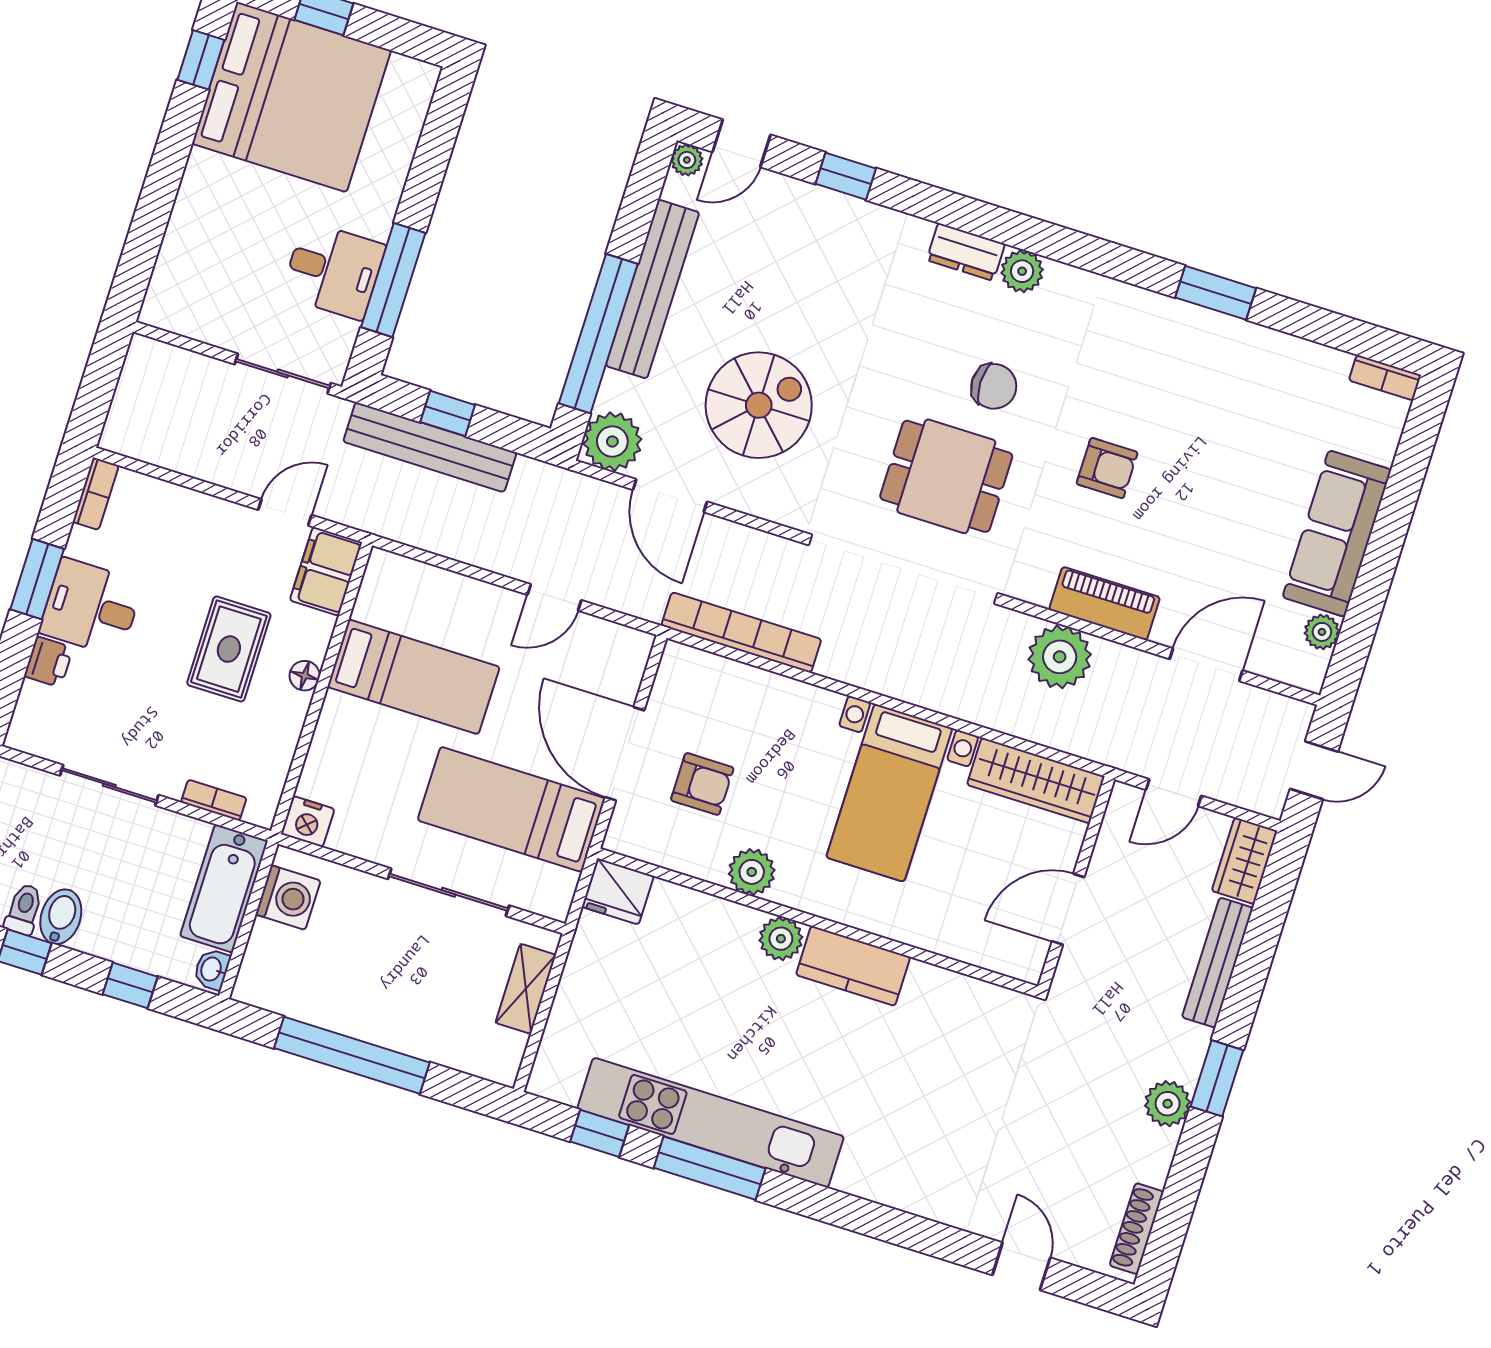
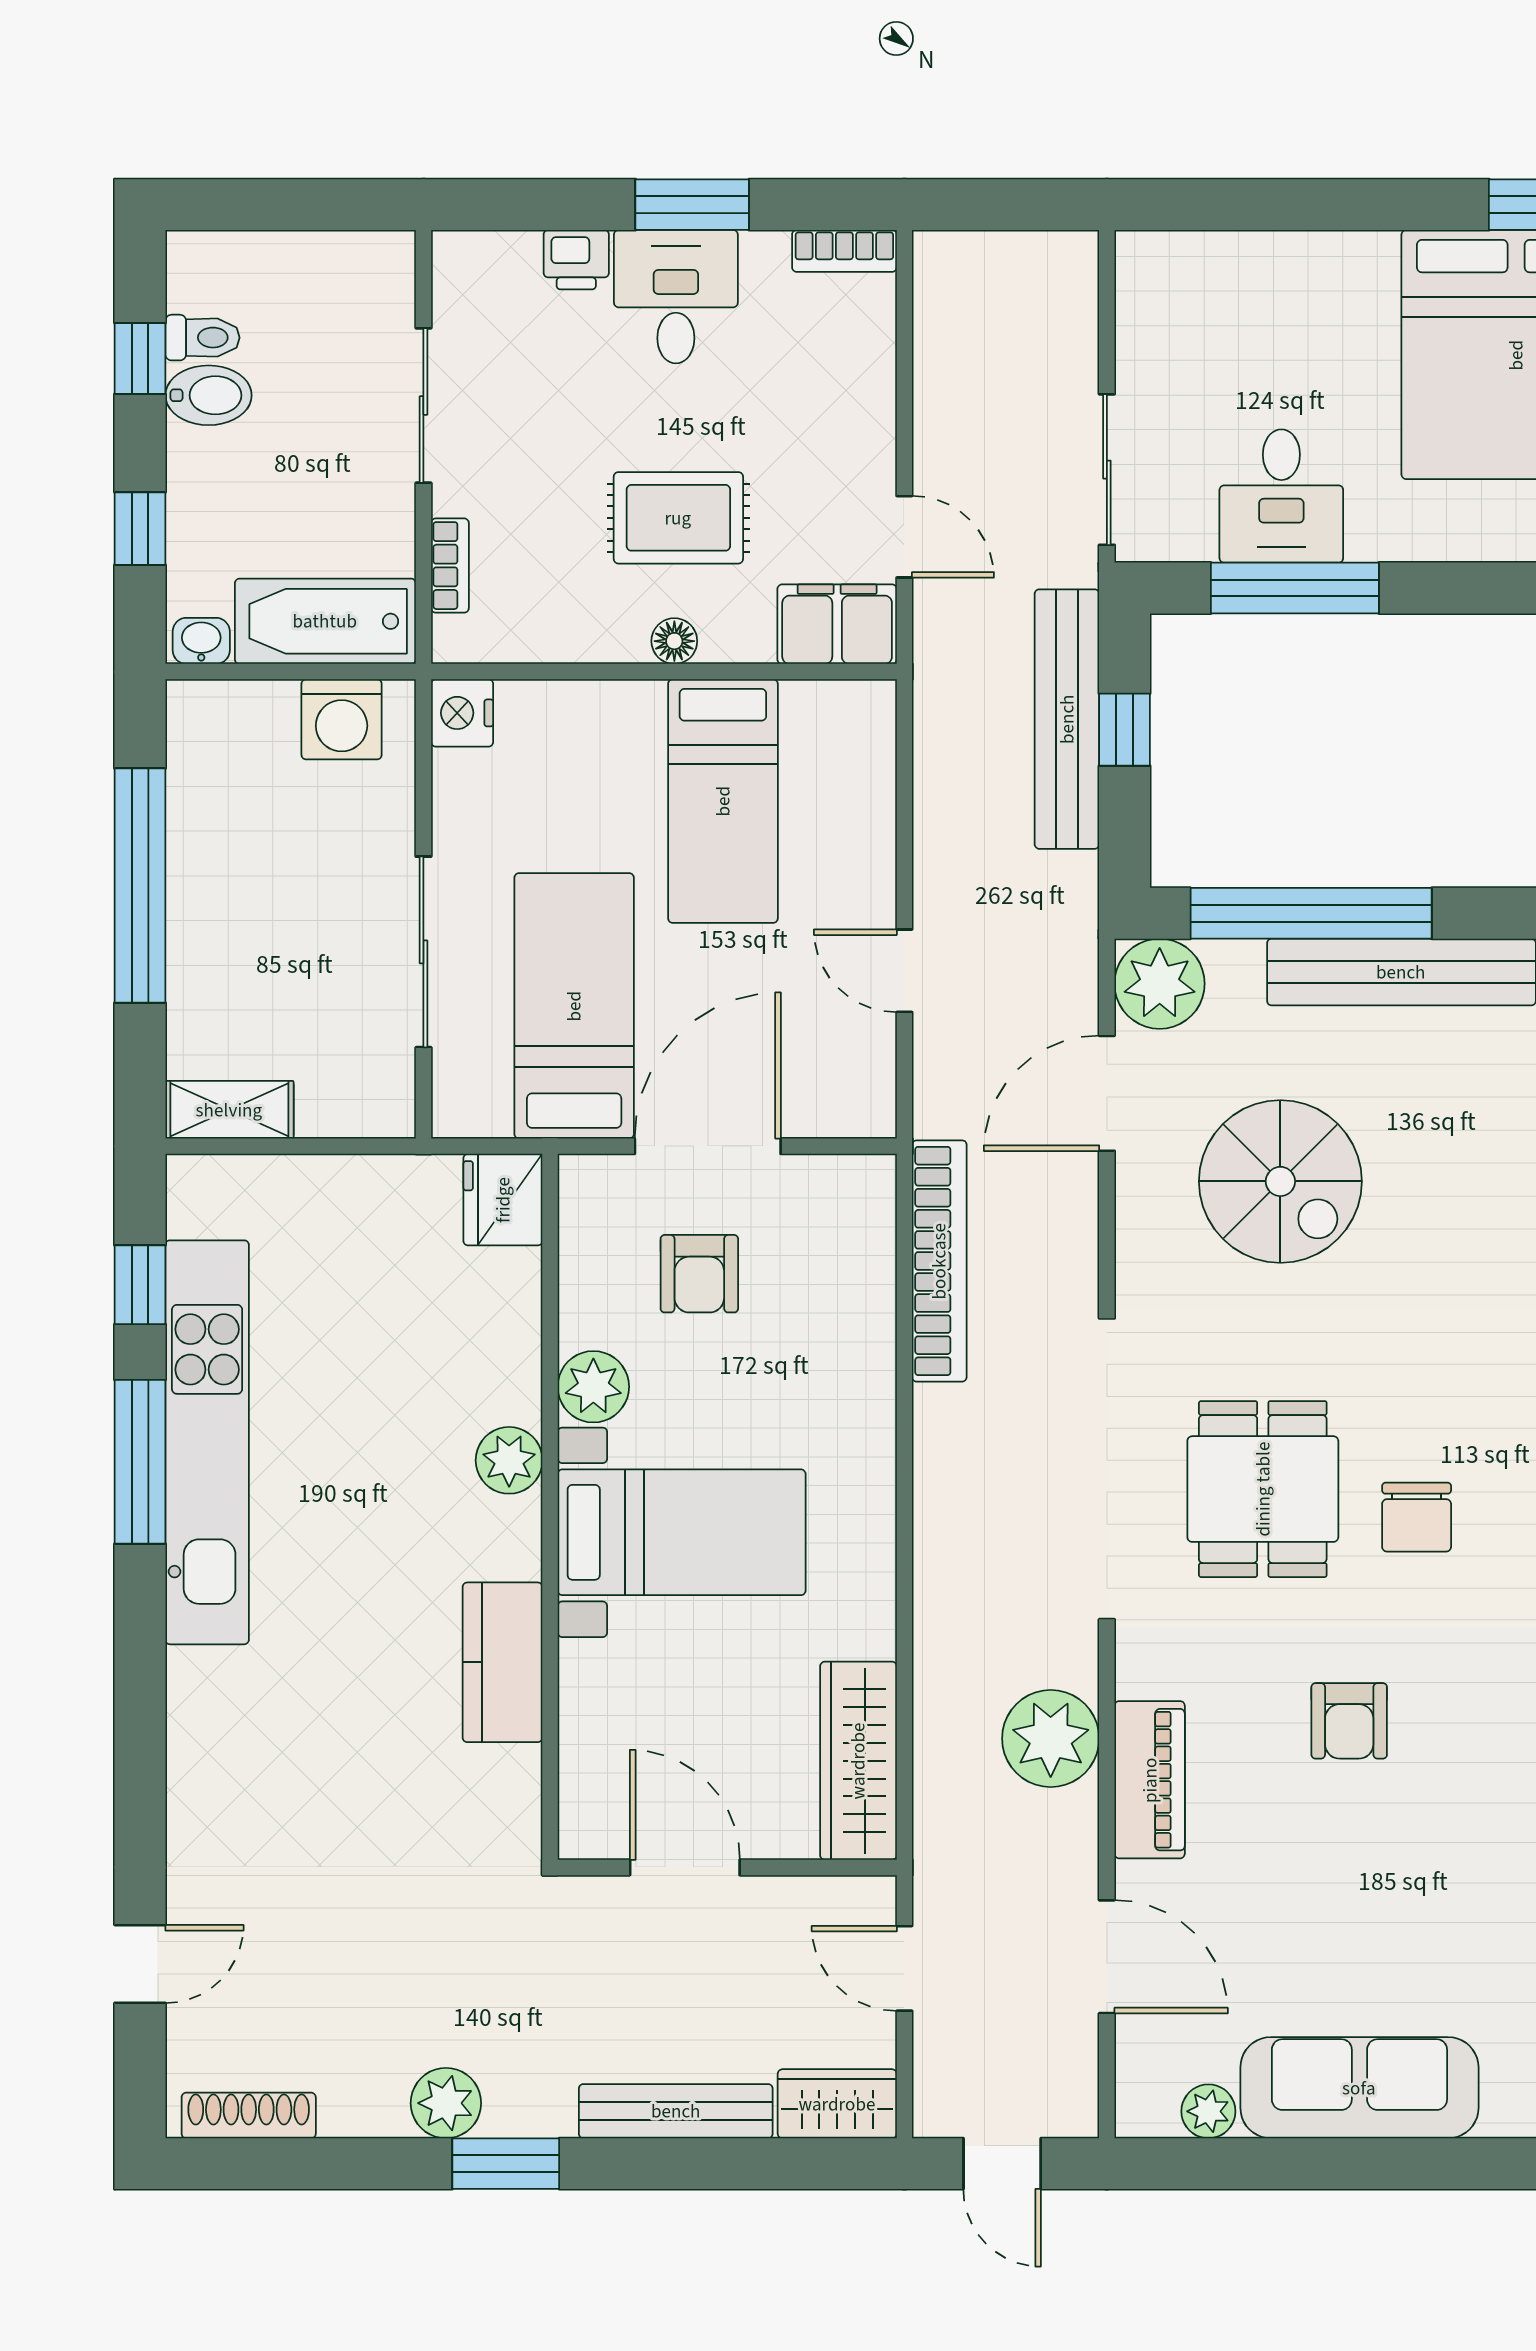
bed with nightstands: (889, 793) -> (682, 1532), moved, turned 180
kitchen counter: (853, 966) -> (503, 1662), moved
shelving: (526, 989) -> (229, 1110), moved

